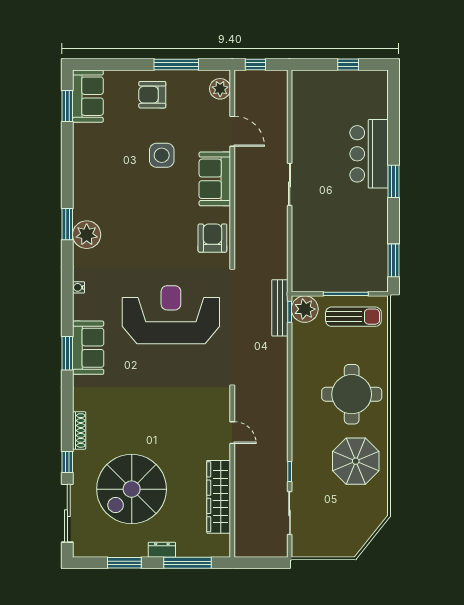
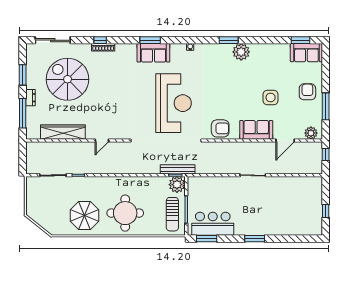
bar counter: (369, 154) -> (213, 224), moved
plant: (87, 235) -> (241, 52), moved
window: (67, 462) -> (100, 40), moved

